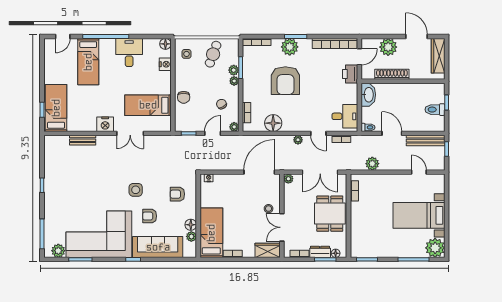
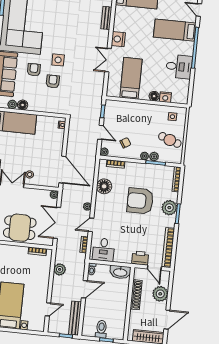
floor lamp: (165, 44) -> (154, 96), moved
chair: (184, 97) -> (135, 110), removed
armchair: (177, 194) -> (53, 81), moved

